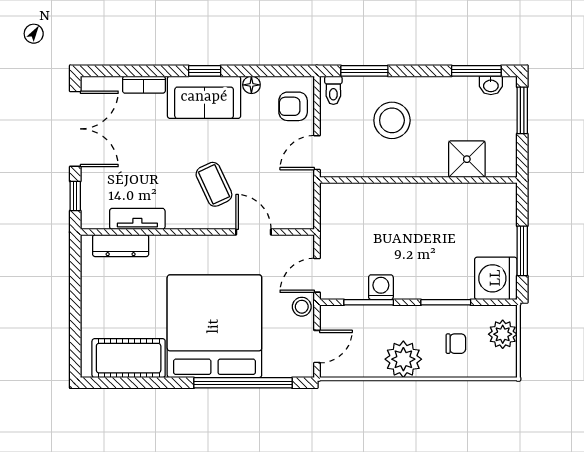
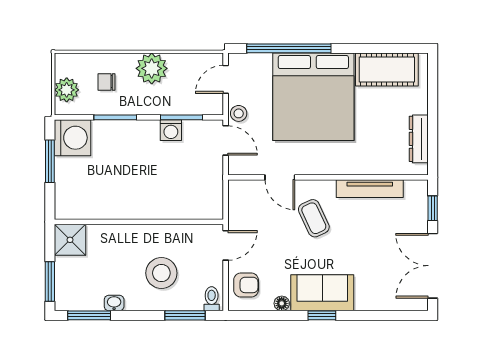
bookcase: (144, 85) -> (374, 304), removed
washbasin: (491, 85) -> (114, 303), moved
shower: (467, 159) -> (70, 240), moved
tv unit: (137, 219) -> (370, 189), width x1.41
dresser: (121, 246) -> (419, 139), moved, turned -90
door: (317, 275) -> (226, 140), hinge flipped

